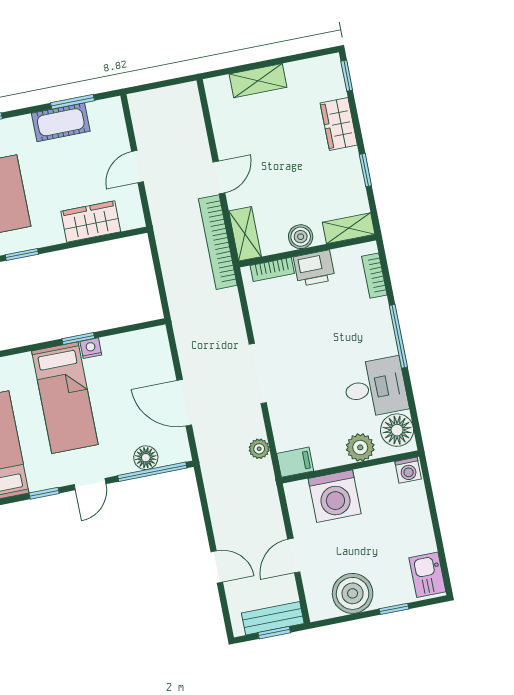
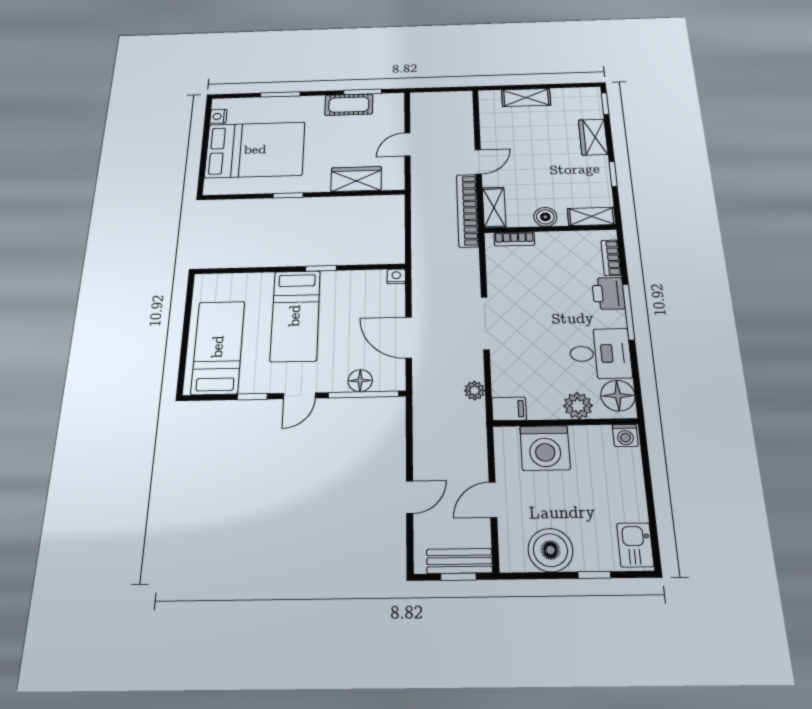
printer: (314, 268) -> (608, 293), moved, turned 90
nightstand: (91, 348) -> (396, 276), moved
door: (217, 567) -> (410, 497), hinge flipped

